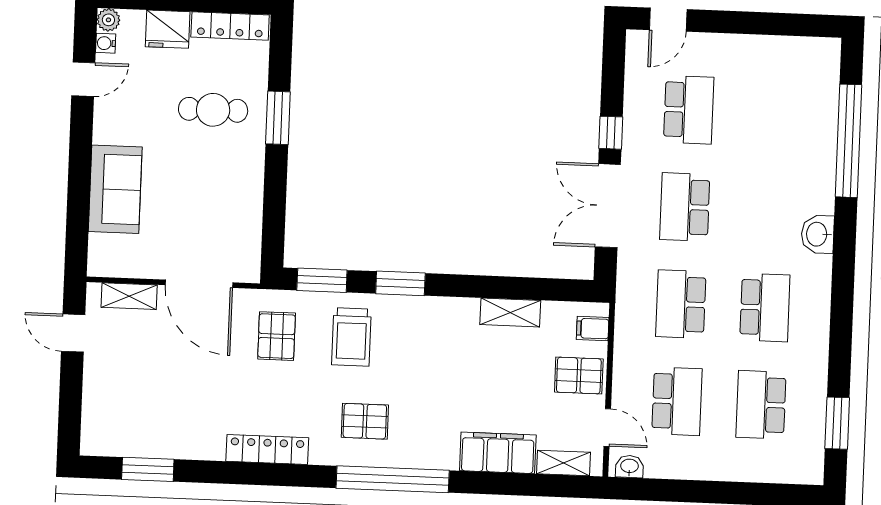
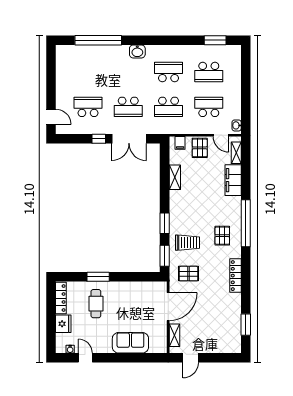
plant: (108, 20) -> (60, 348), removed
door: (607, 428) -> (221, 135), swing flipped

